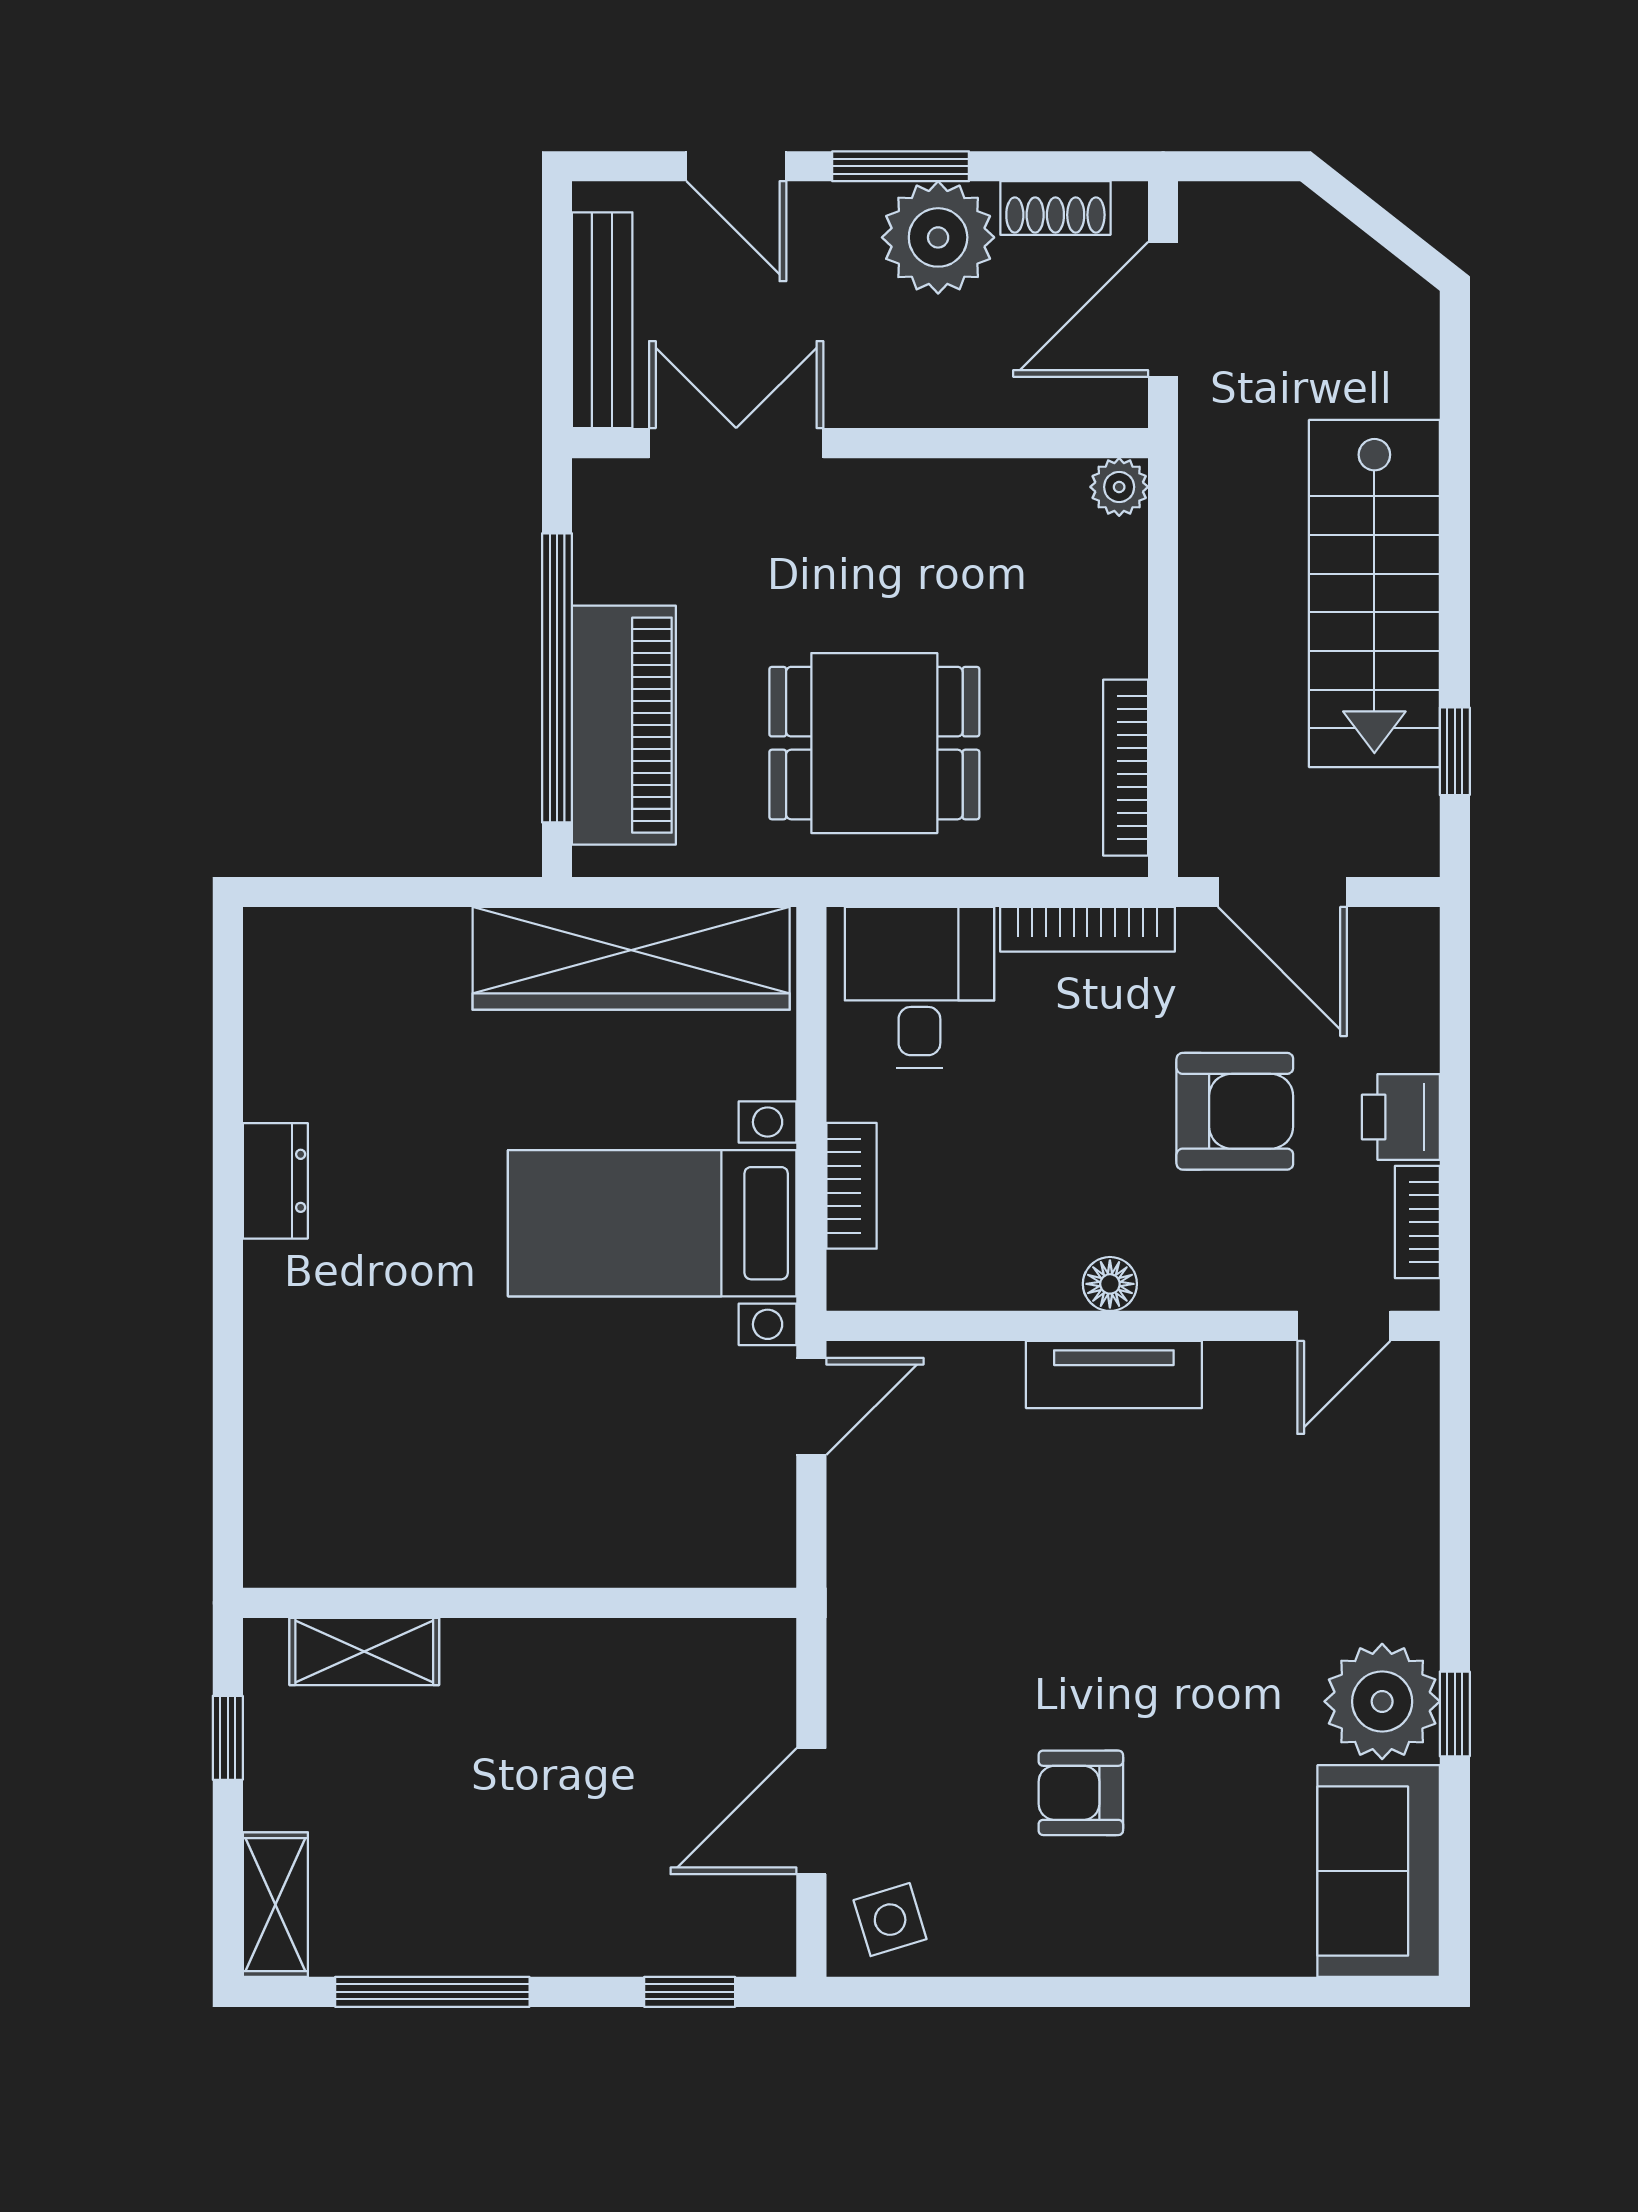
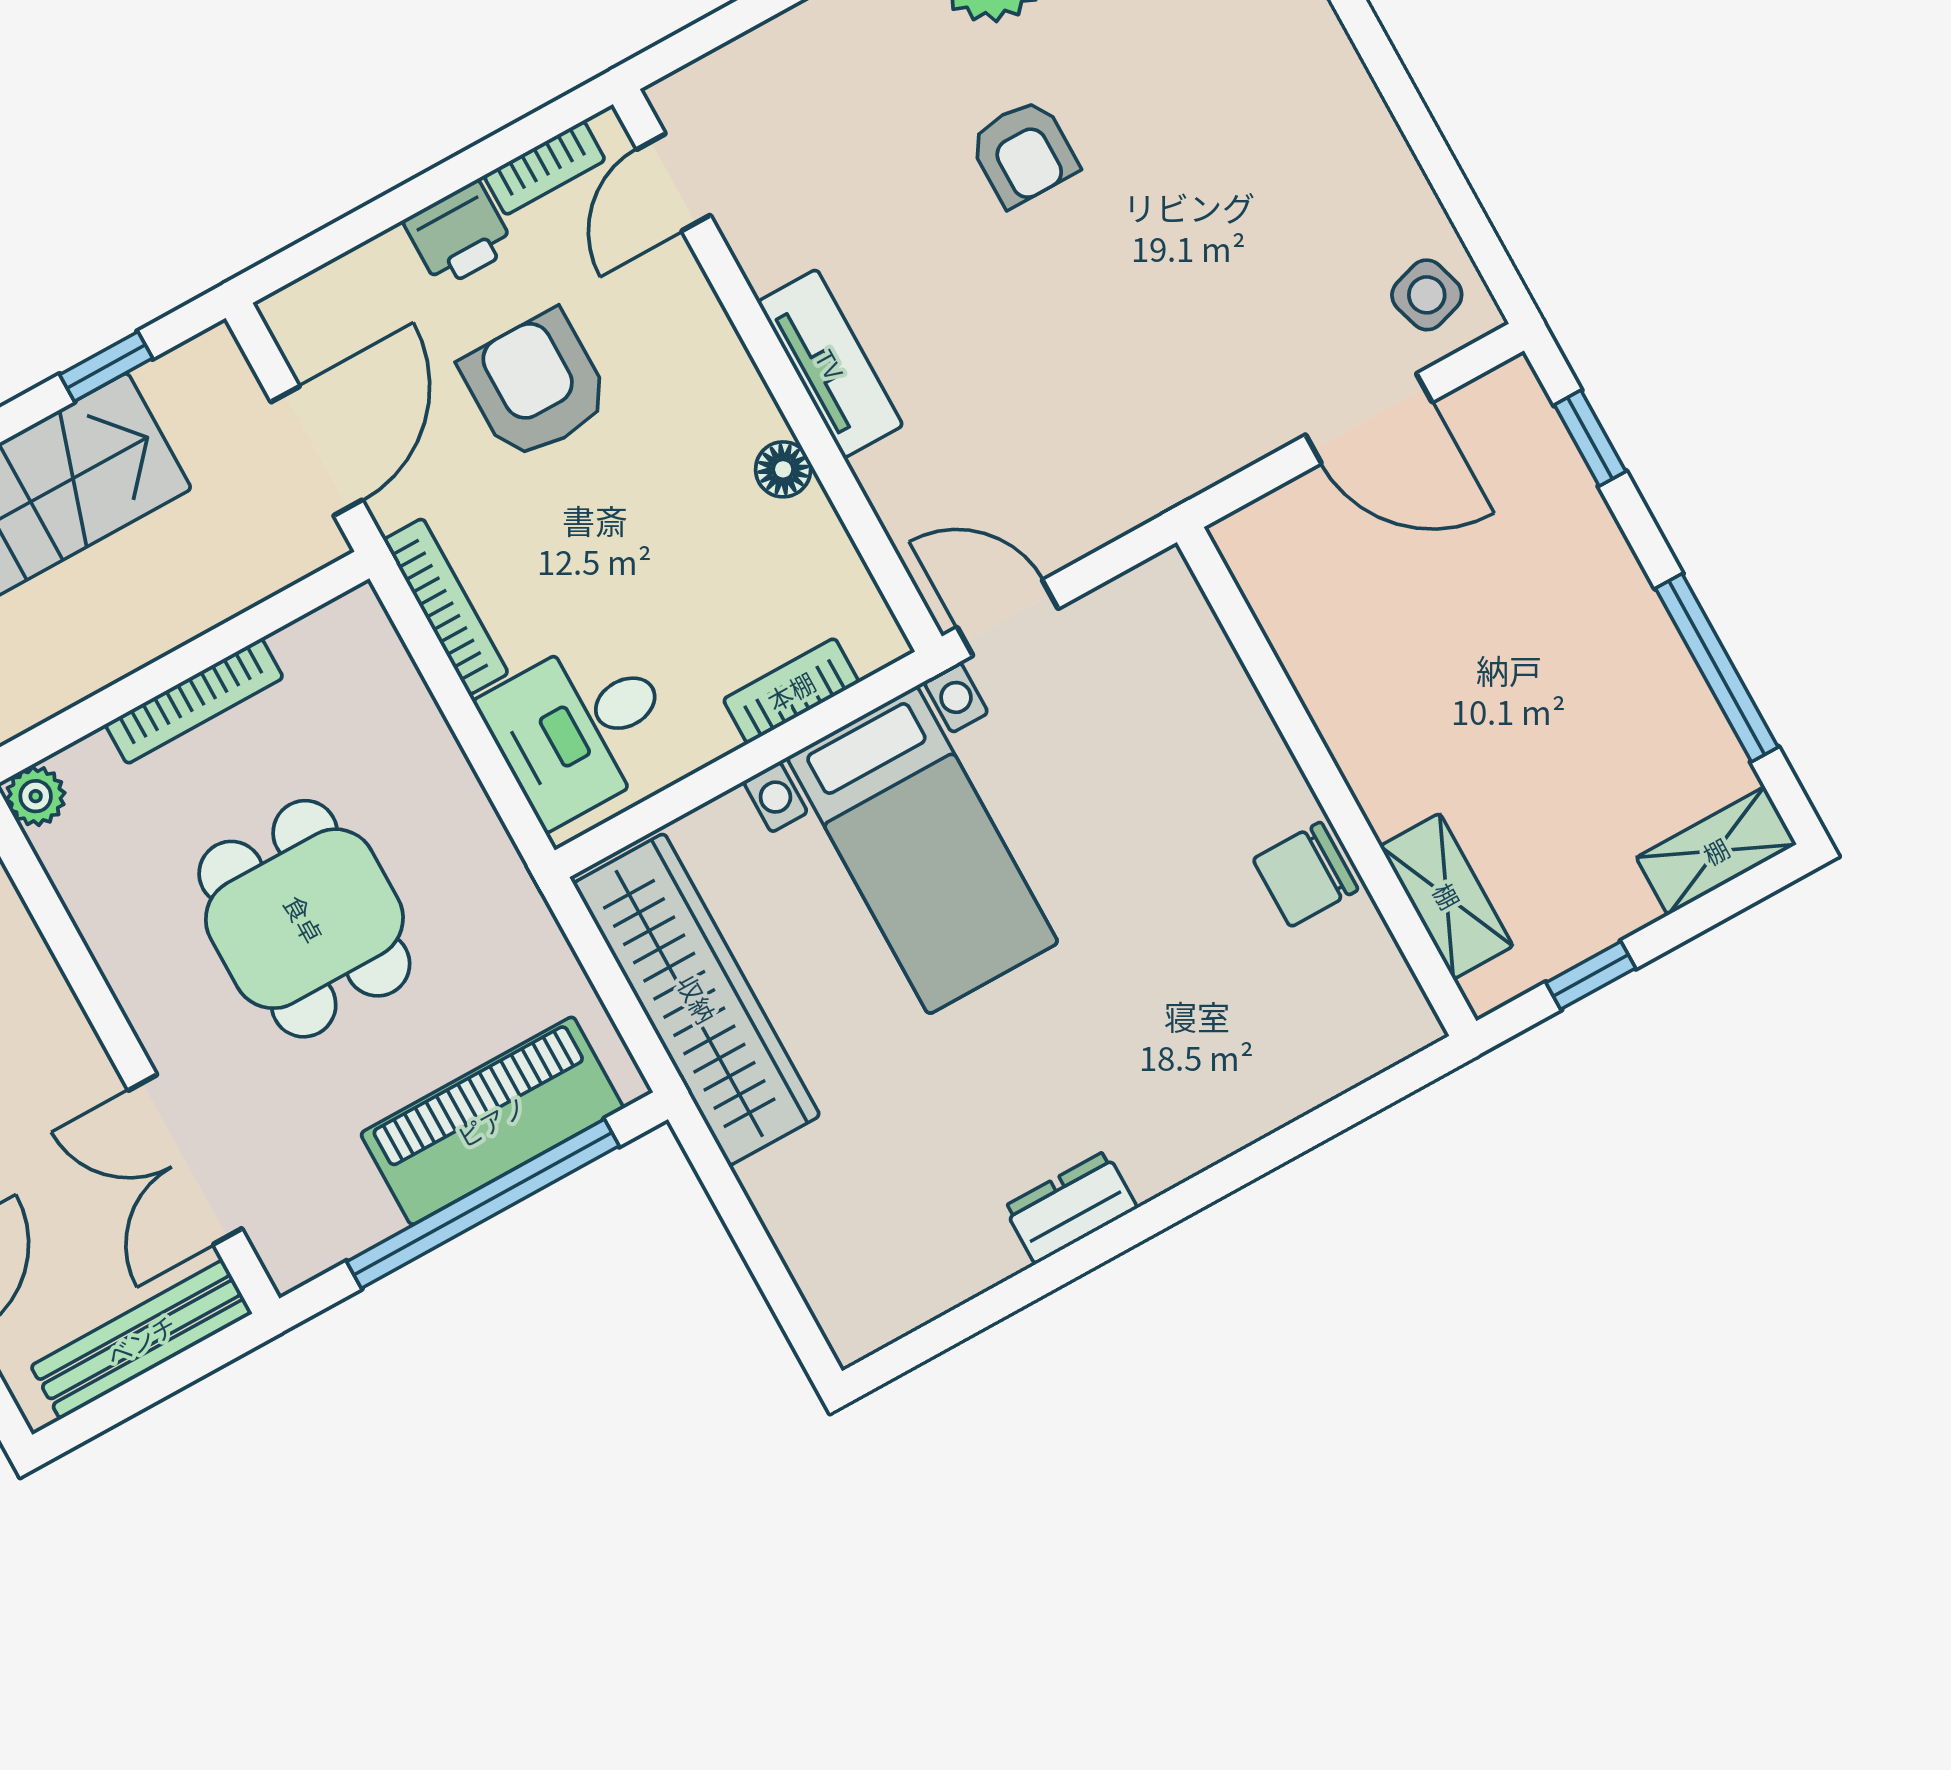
dining table: (874, 743) -> (304, 919), moved
bookcase: (1126, 768) -> (194, 701), moved
floor lamp: (1110, 1284) -> (783, 469), moved
door: (1344, 1326) -> (674, 182), swing flipped
chair: (450, 1541) -> (1306, 874), added
armchair: (1081, 1793) -> (1023, 153), moved

